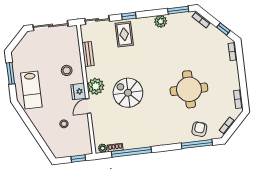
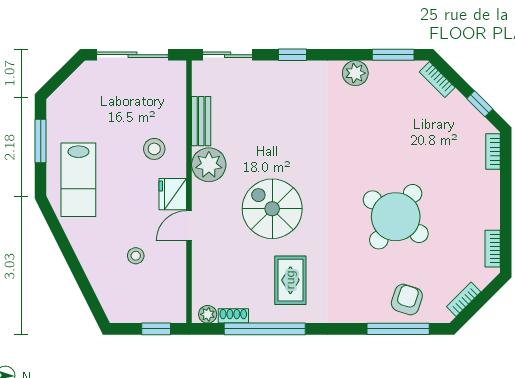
rug: (124, 34) -> (290, 280), moved
plant: (96, 86) -> (209, 165), moved
round table: (189, 89) -> (396, 217), turned 36

